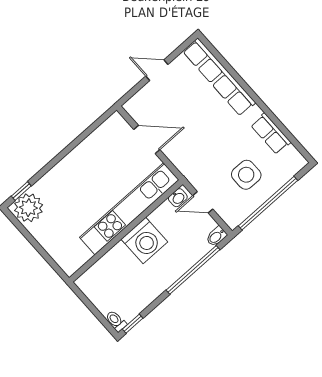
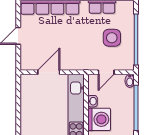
washbasin: (178, 198) -> (92, 101), moved

